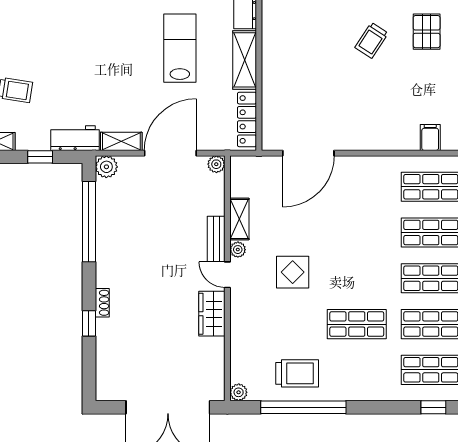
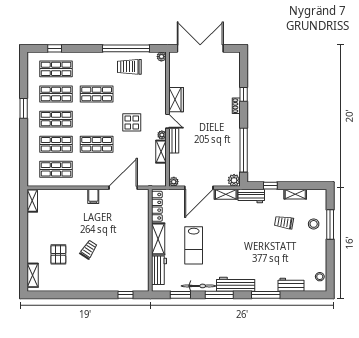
filing cabinet: (430, 138) -> (93, 196), moved
shop shelf: (357, 233) -> (97, 144), added

